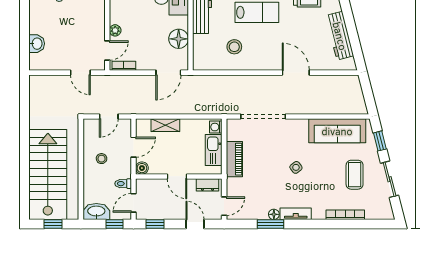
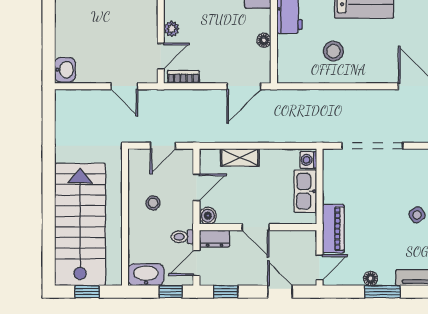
floor lamp: (179, 39) -> (264, 40), width x0.53, depth x0.53
washbasin: (37, 44) -> (65, 70), moved
piano: (234, 159) -> (333, 229), moved
dresser: (207, 185) -> (214, 239), moved
floor lamp: (274, 214) -> (371, 279), moved

